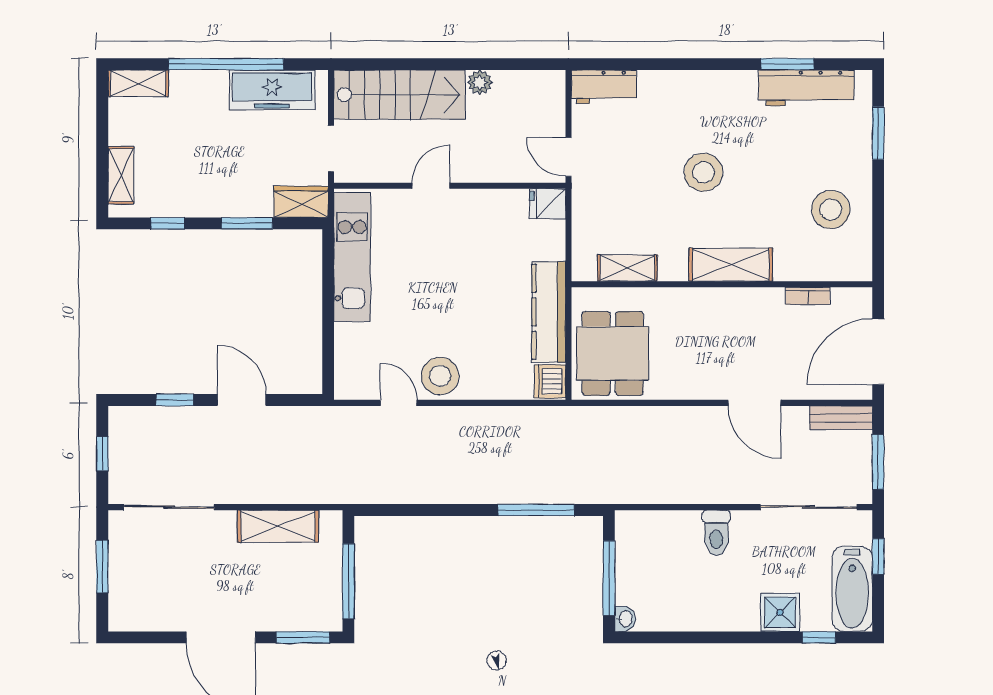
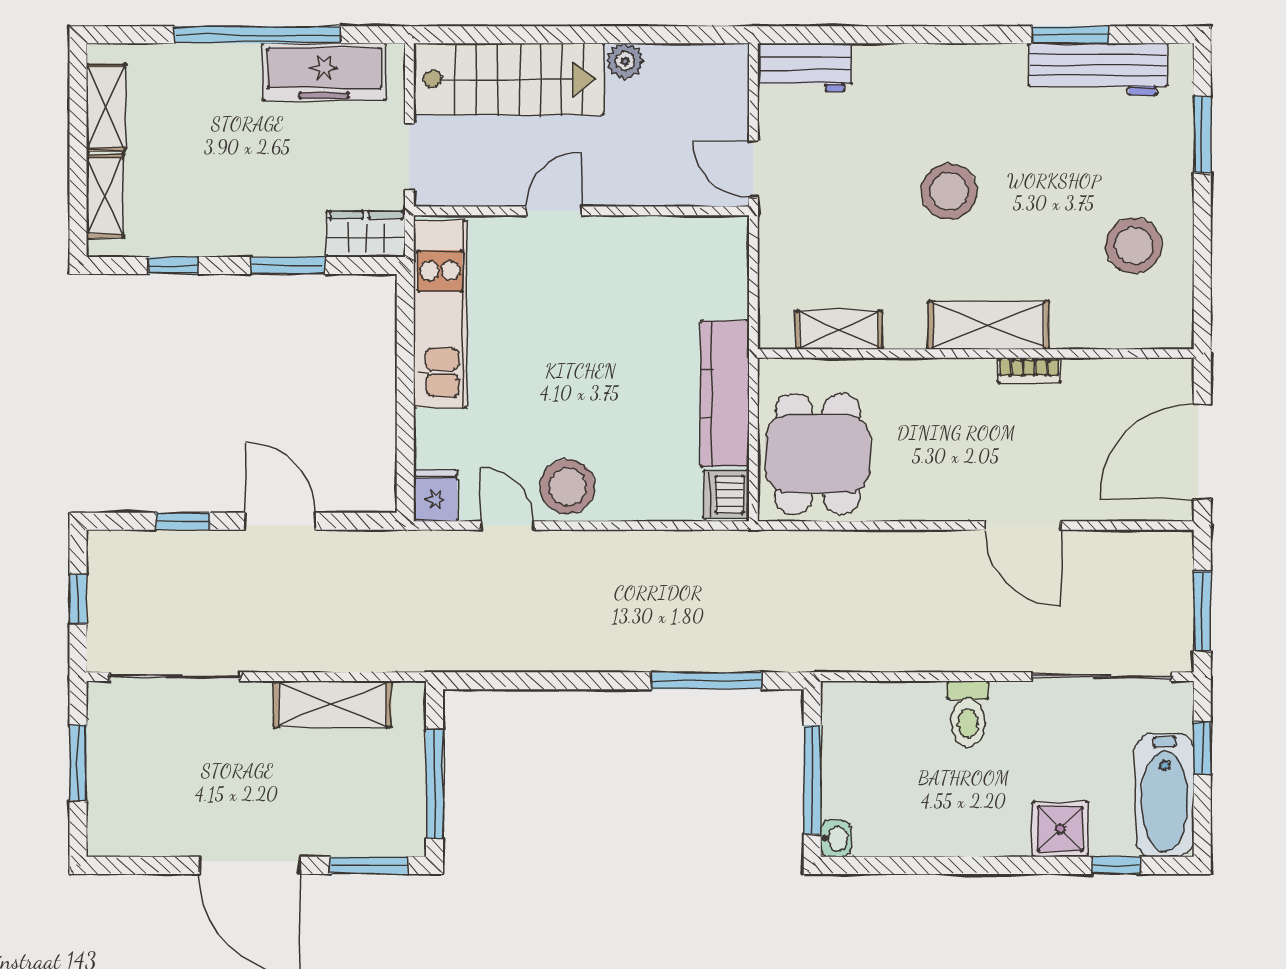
shelving: (138, 83) -> (106, 107), moved, turned 90
fridge: (548, 204) -> (435, 495), moved, turned 90
bookcase: (808, 296) -> (1029, 370), moved
bench: (841, 418) -> (1149, 547), removed

